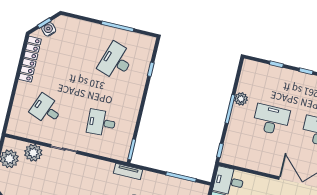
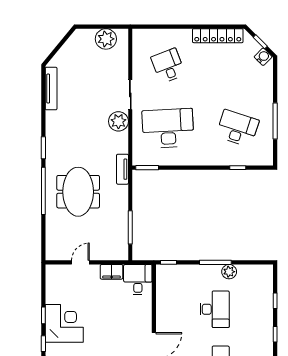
water cooler: (49, 29) -> (263, 57), moved
desk: (46, 110) -> (168, 66), turned -42
desk: (101, 123) -> (168, 128), width x1.87, depth x1.30
plant: (33, 153) -> (118, 121), moved

